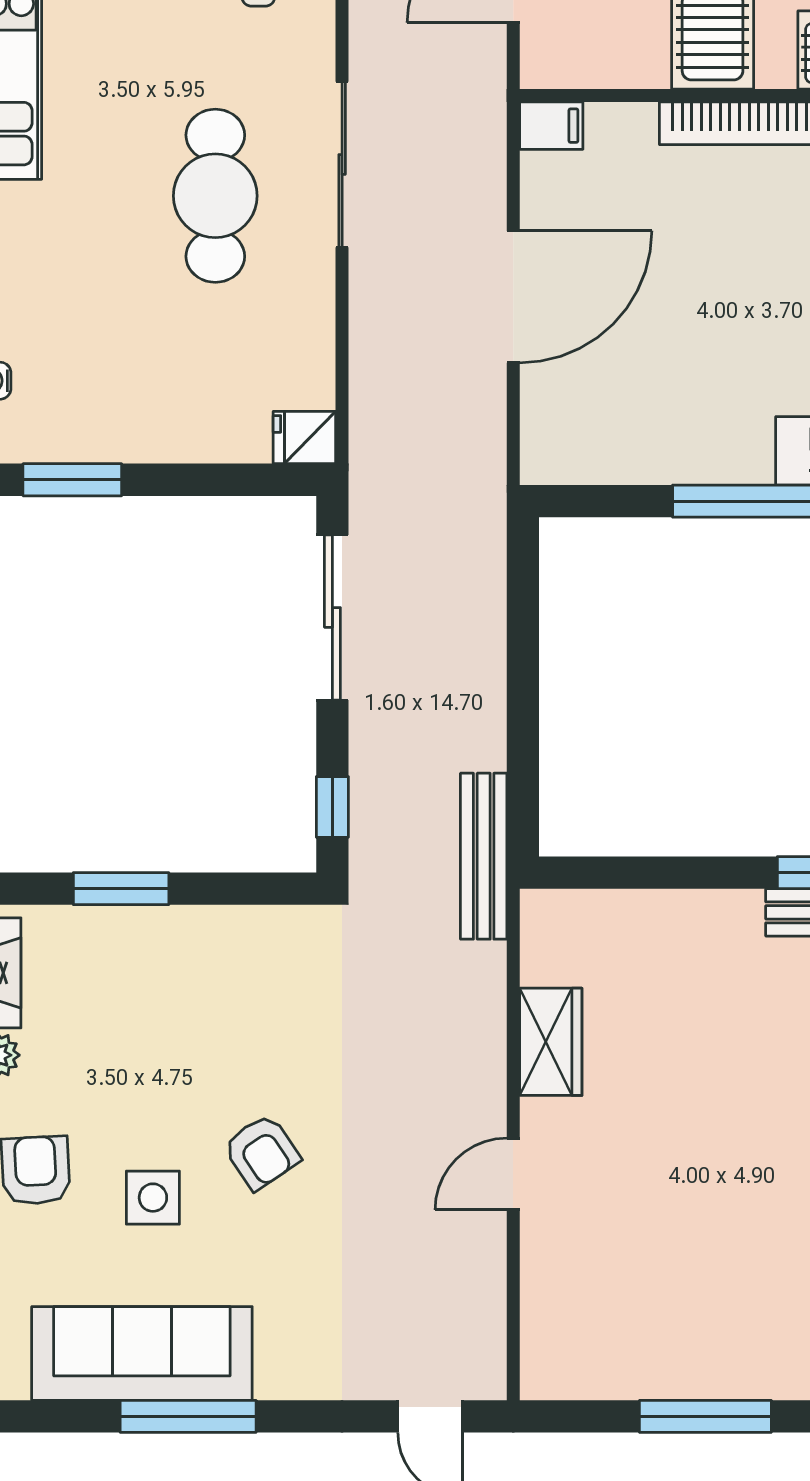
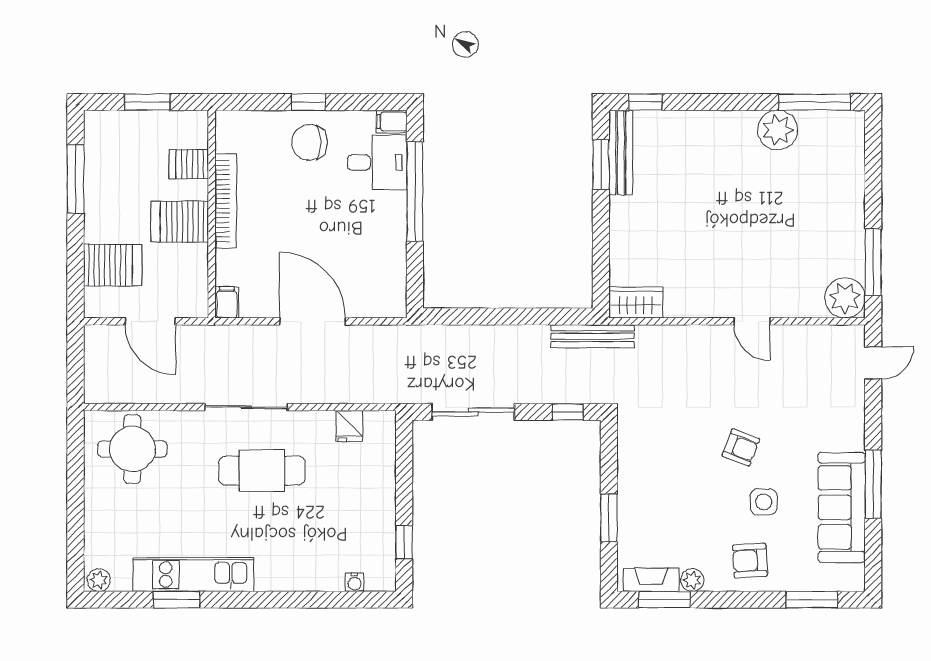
fridge: (304, 438) -> (349, 426), moved
window: (72, 480) -> (404, 542), width x0.67
wardrobe: (551, 1042) -> (636, 303), moved
armchair: (262, 1152) -> (741, 447), turned 55
plant: (560, 1360) -> (845, 298), added
window: (705, 1416) -> (873, 262), moved

